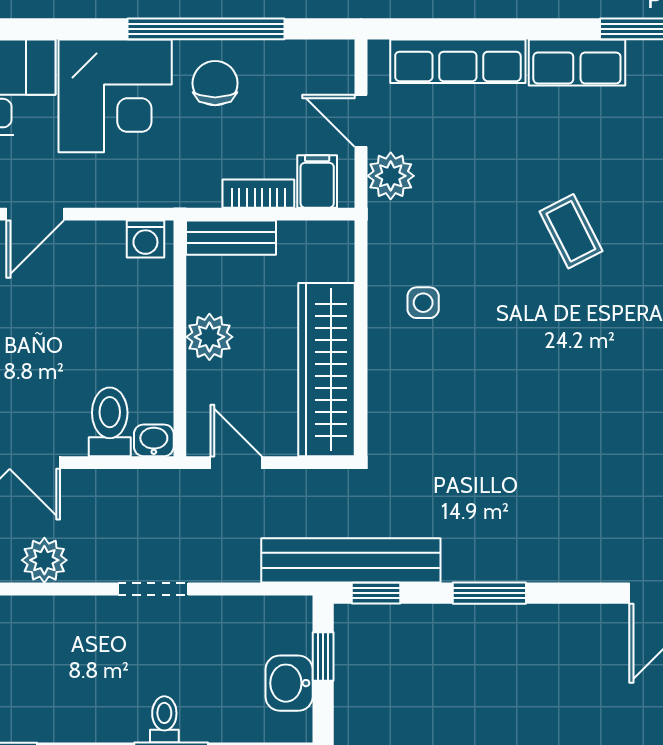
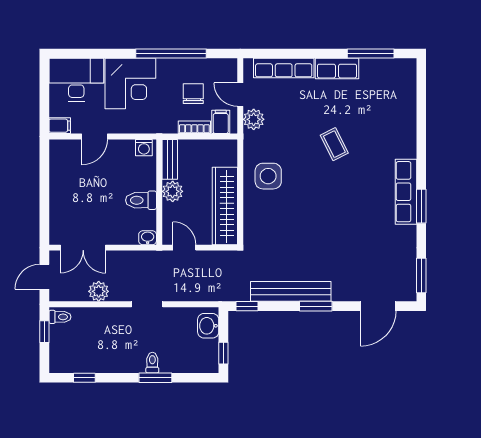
chair: (215, 83) -> (193, 94), moved
bench: (231, 238) -> (170, 159), moved, turned 90
side table: (423, 303) -> (268, 176), width x1.87, depth x1.87
toilet: (110, 422) -> (141, 200), moved, turned -90
bench: (351, 560) -> (291, 291), moved
window: (489, 593) -> (316, 306), moved
window: (323, 657) -> (223, 353), moved
washbasin: (289, 683) -> (208, 326), moved

